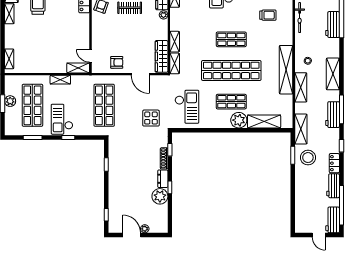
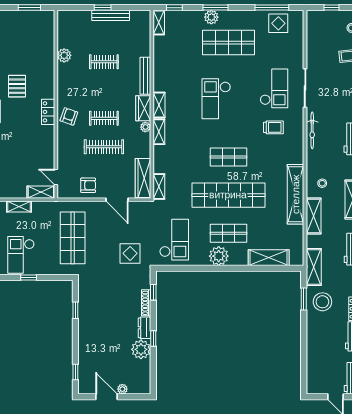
clothes rail: (130, 31) -> (104, 147), added
shelving: (175, 42) -> (159, 132), moved
plant: (239, 120) -> (219, 256), moved

